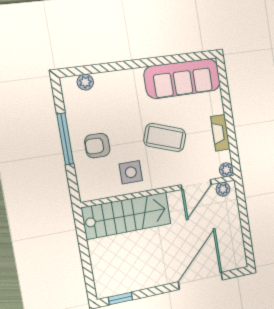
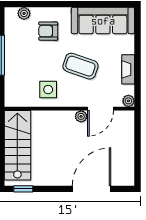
armchair: (97, 146) -> (48, 31), moved
plant: (223, 189) -> (81, 116), moved
stairs: (127, 216) -> (17, 145), moved, turned -90

